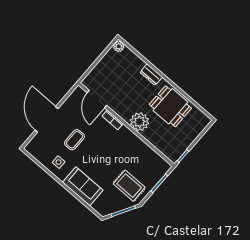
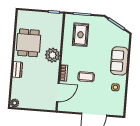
coffee table: (74, 140) -> (86, 77), moved
rug: (129, 186) -> (80, 35), moved

